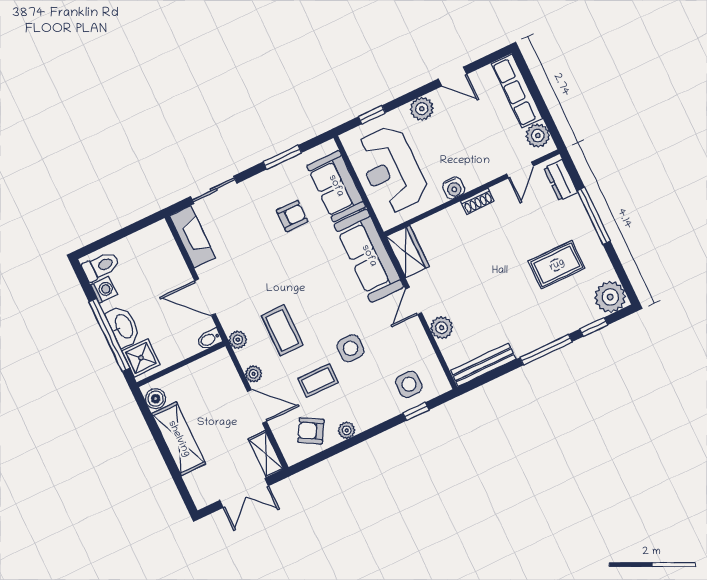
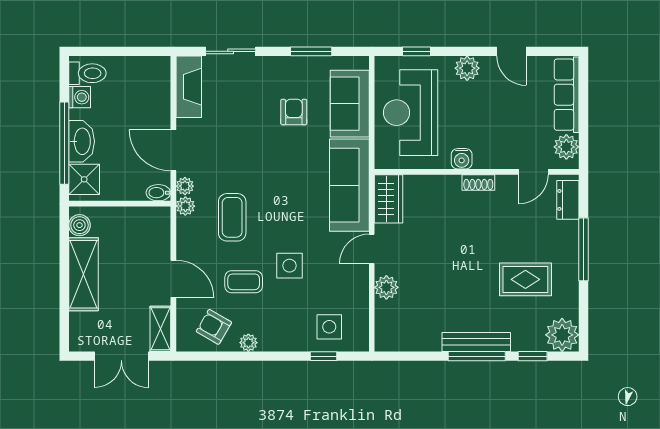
armchair: (292, 216) -> (294, 112), turned -90
bench: (483, 365) -> (476, 342), moved
plant: (254, 374) -> (185, 186), moved

